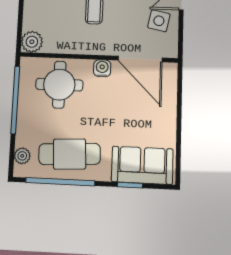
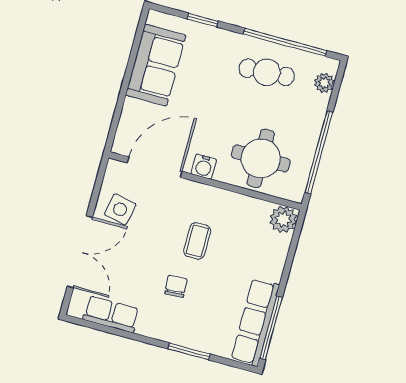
door: (140, 59) -> (155, 167), hinge flipped
cafe table: (70, 154) -> (267, 72), width x0.73, depth x0.74
sofa: (142, 165) -> (156, 65), moved, turned -90

